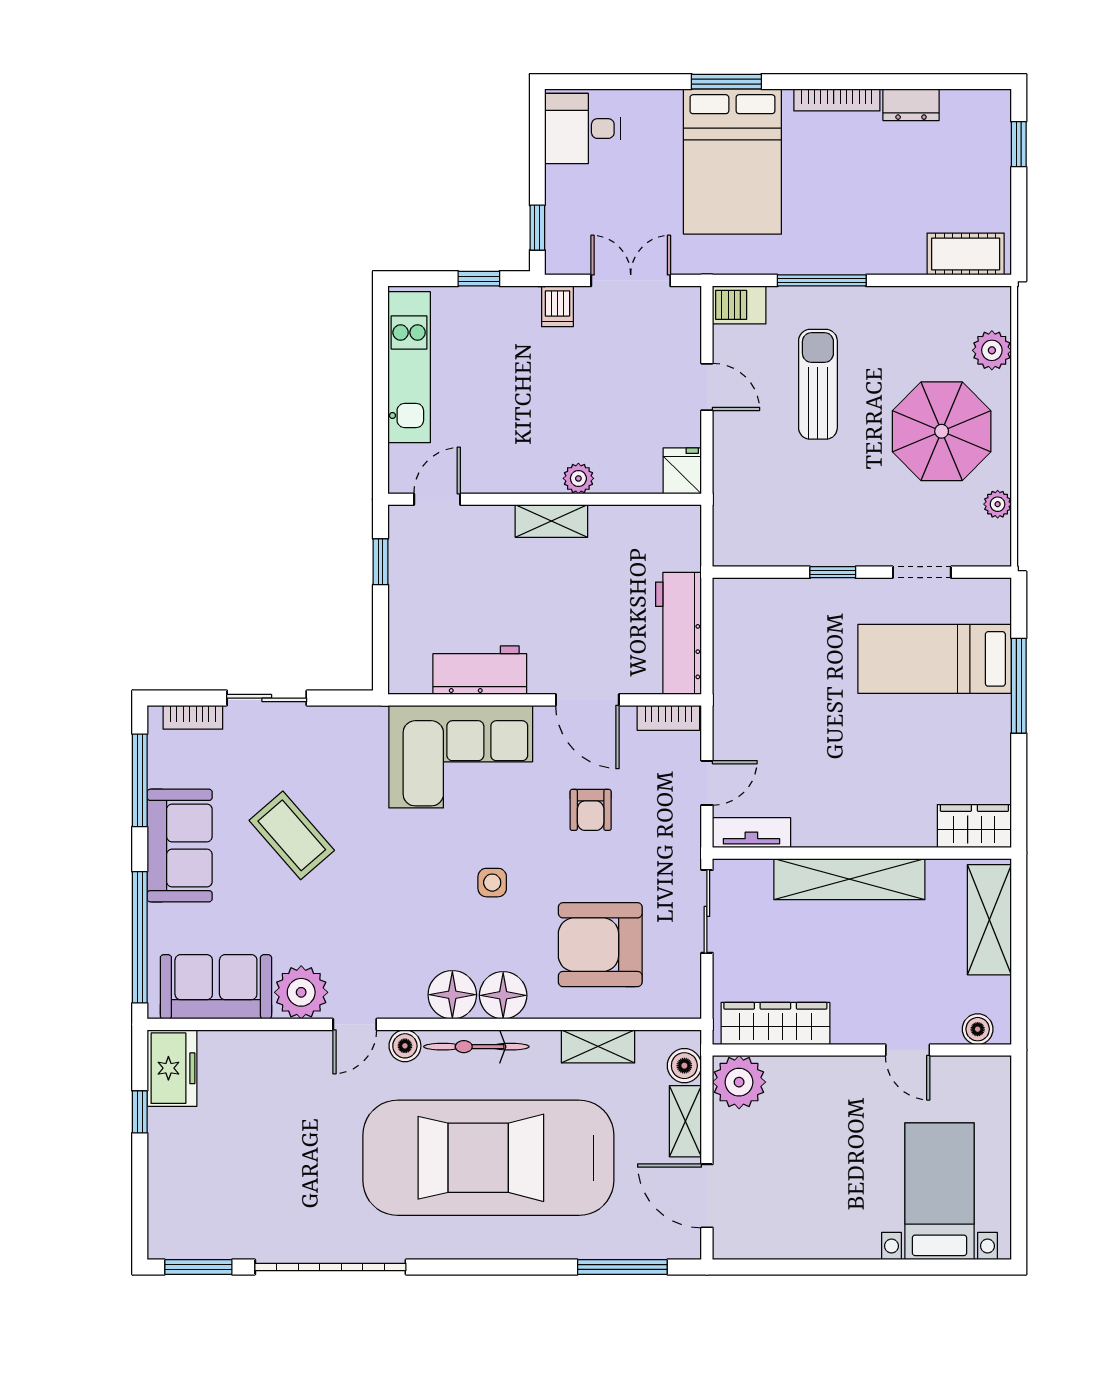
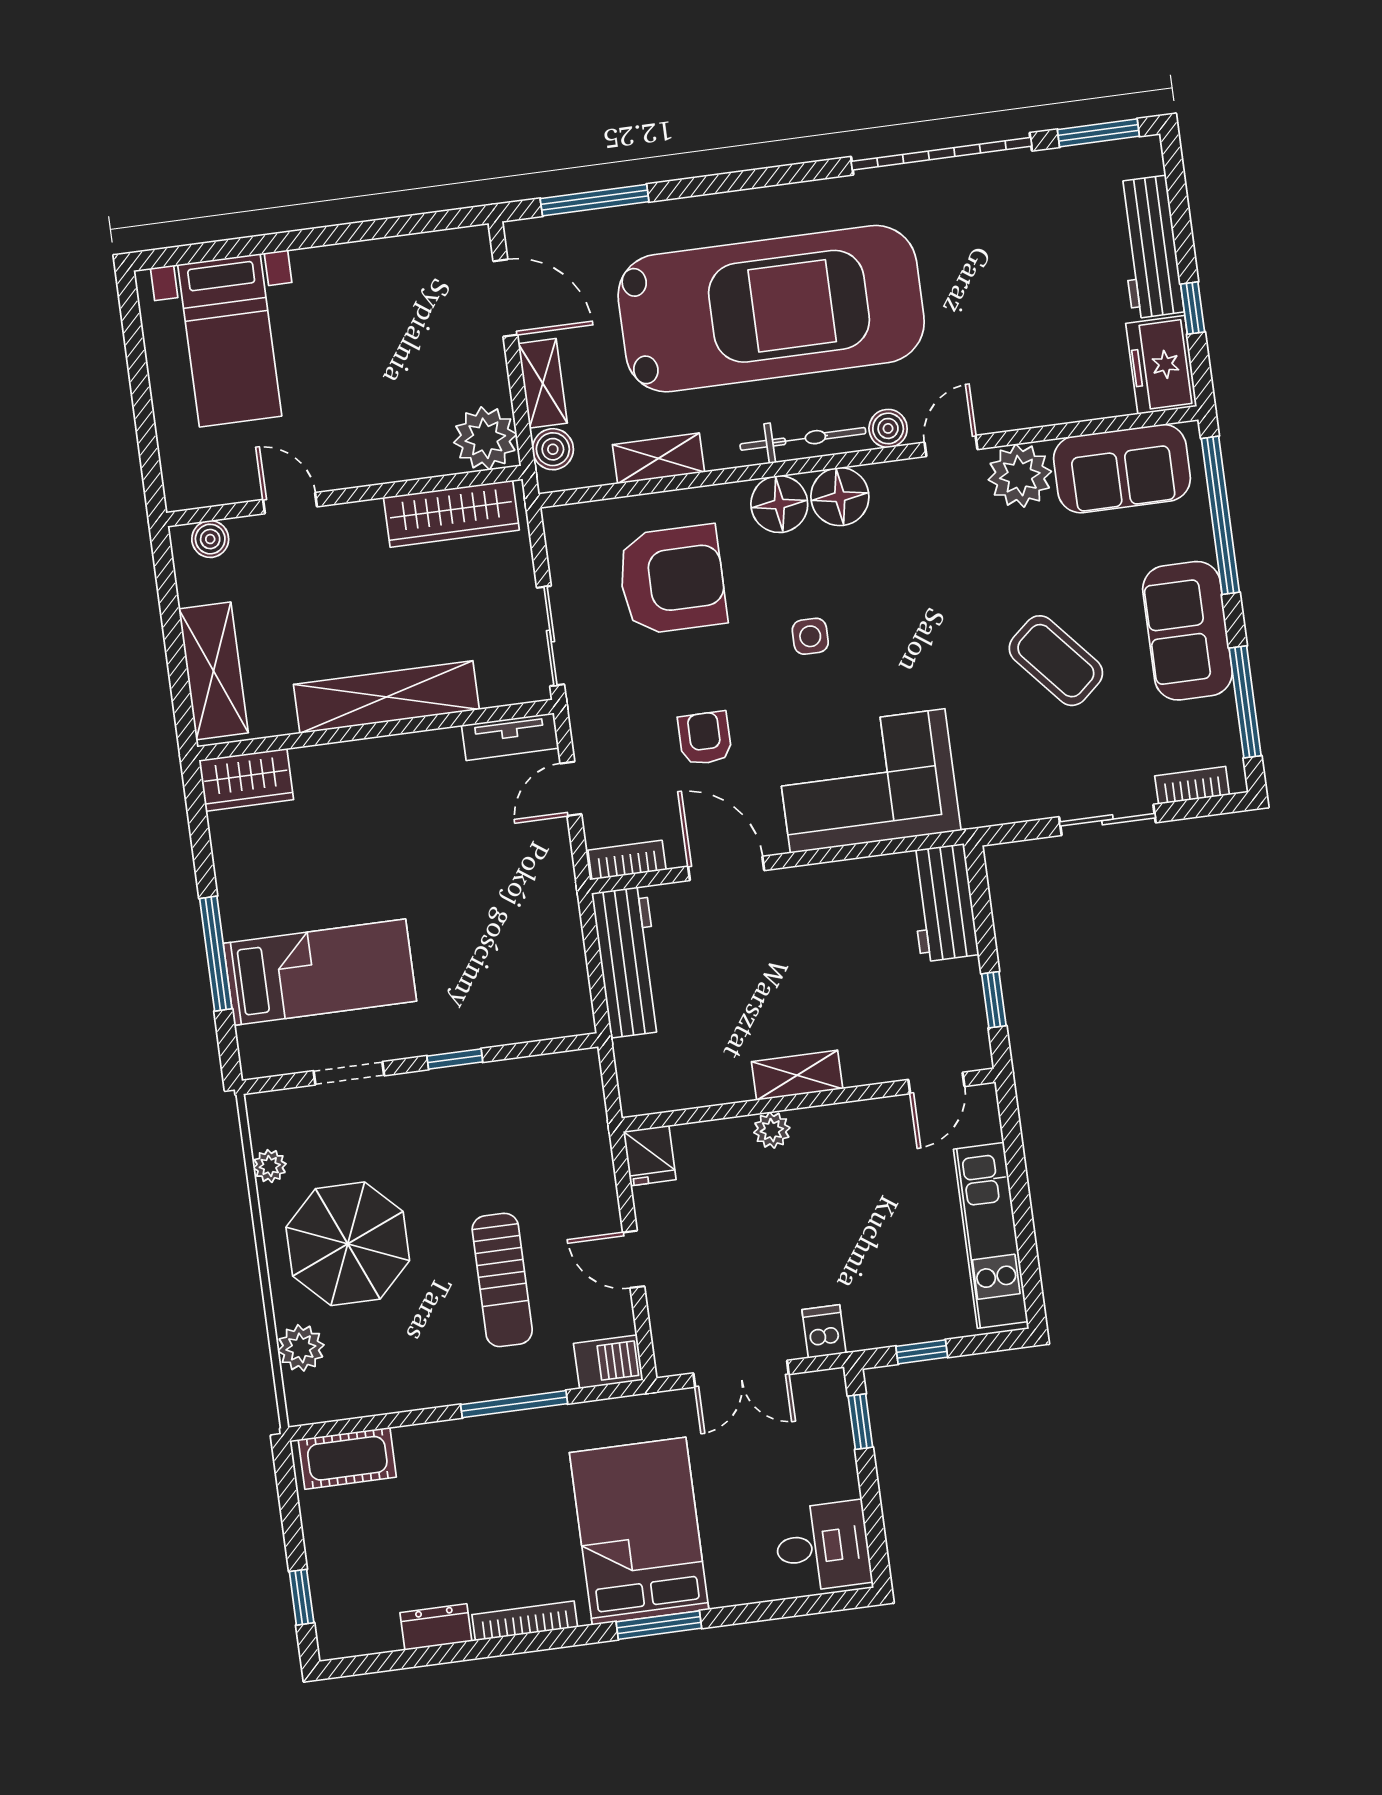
workbench: (480, 670) -> (943, 903), moved, turned 90
workbench: (169, 1167) -> (1150, 247), added

